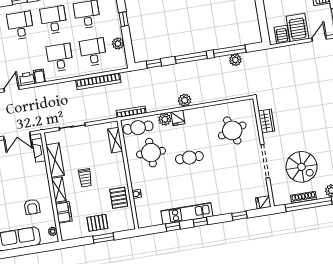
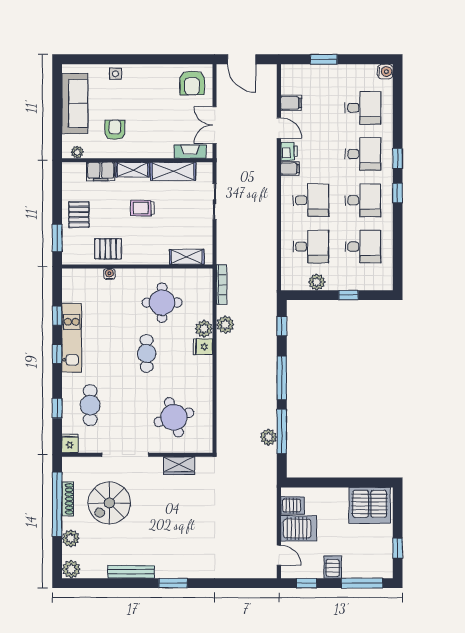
bookcase: (98, 81) -> (270, 247), removed
plant: (185, 100) -> (225, 325), moved
cafe table: (138, 128) -> (90, 405), moved
armchair: (32, 207) -> (115, 130), turned 90
window: (103, 238) -> (57, 238), moved

